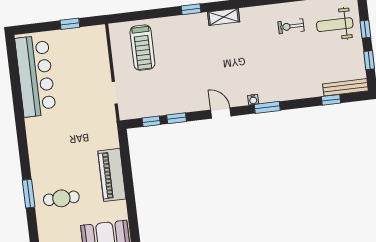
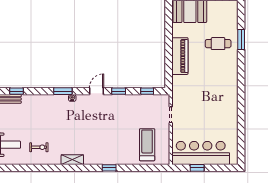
shelving: (224, 17) -> (72, 160), moved
bar counter: (35, 76) -> (201, 153), moved, turned 90
door: (221, 113) -> (97, 91), swing flipped
window: (177, 118) -> (119, 91), moved
window: (29, 194) -> (241, 40), moved

